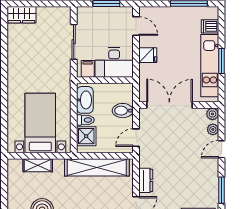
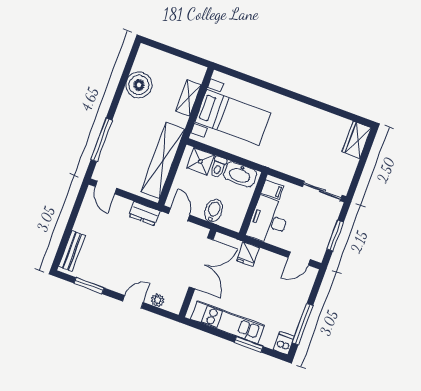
dishwasher: (210, 26) -> (284, 343), moved
sliding door: (74, 42) -> (322, 191), moved
fridge: (148, 55) -> (248, 254), moved
window: (222, 61) -> (249, 344), moved
plant: (212, 114) -> (174, 306), removed
door: (222, 149) -> (133, 302), hinge flipped
dresser: (146, 180) -> (144, 214), moved

